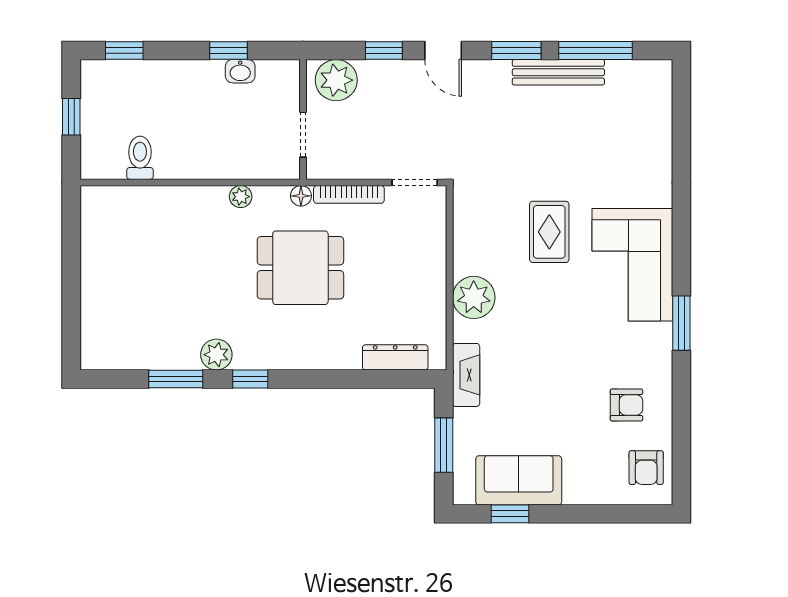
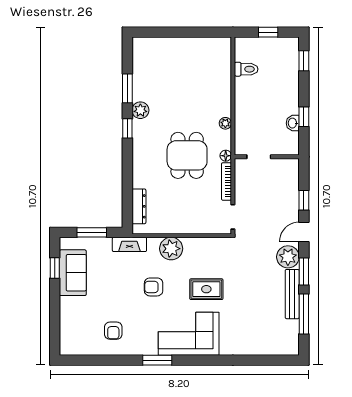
plant: (336, 80) -> (288, 257), moved
armchair: (646, 468) -> (154, 287), moved

